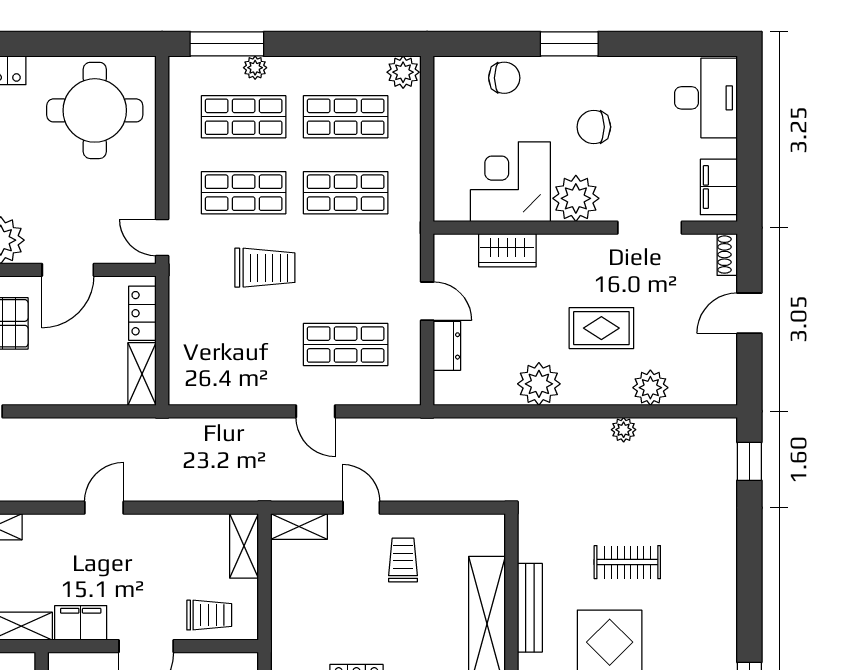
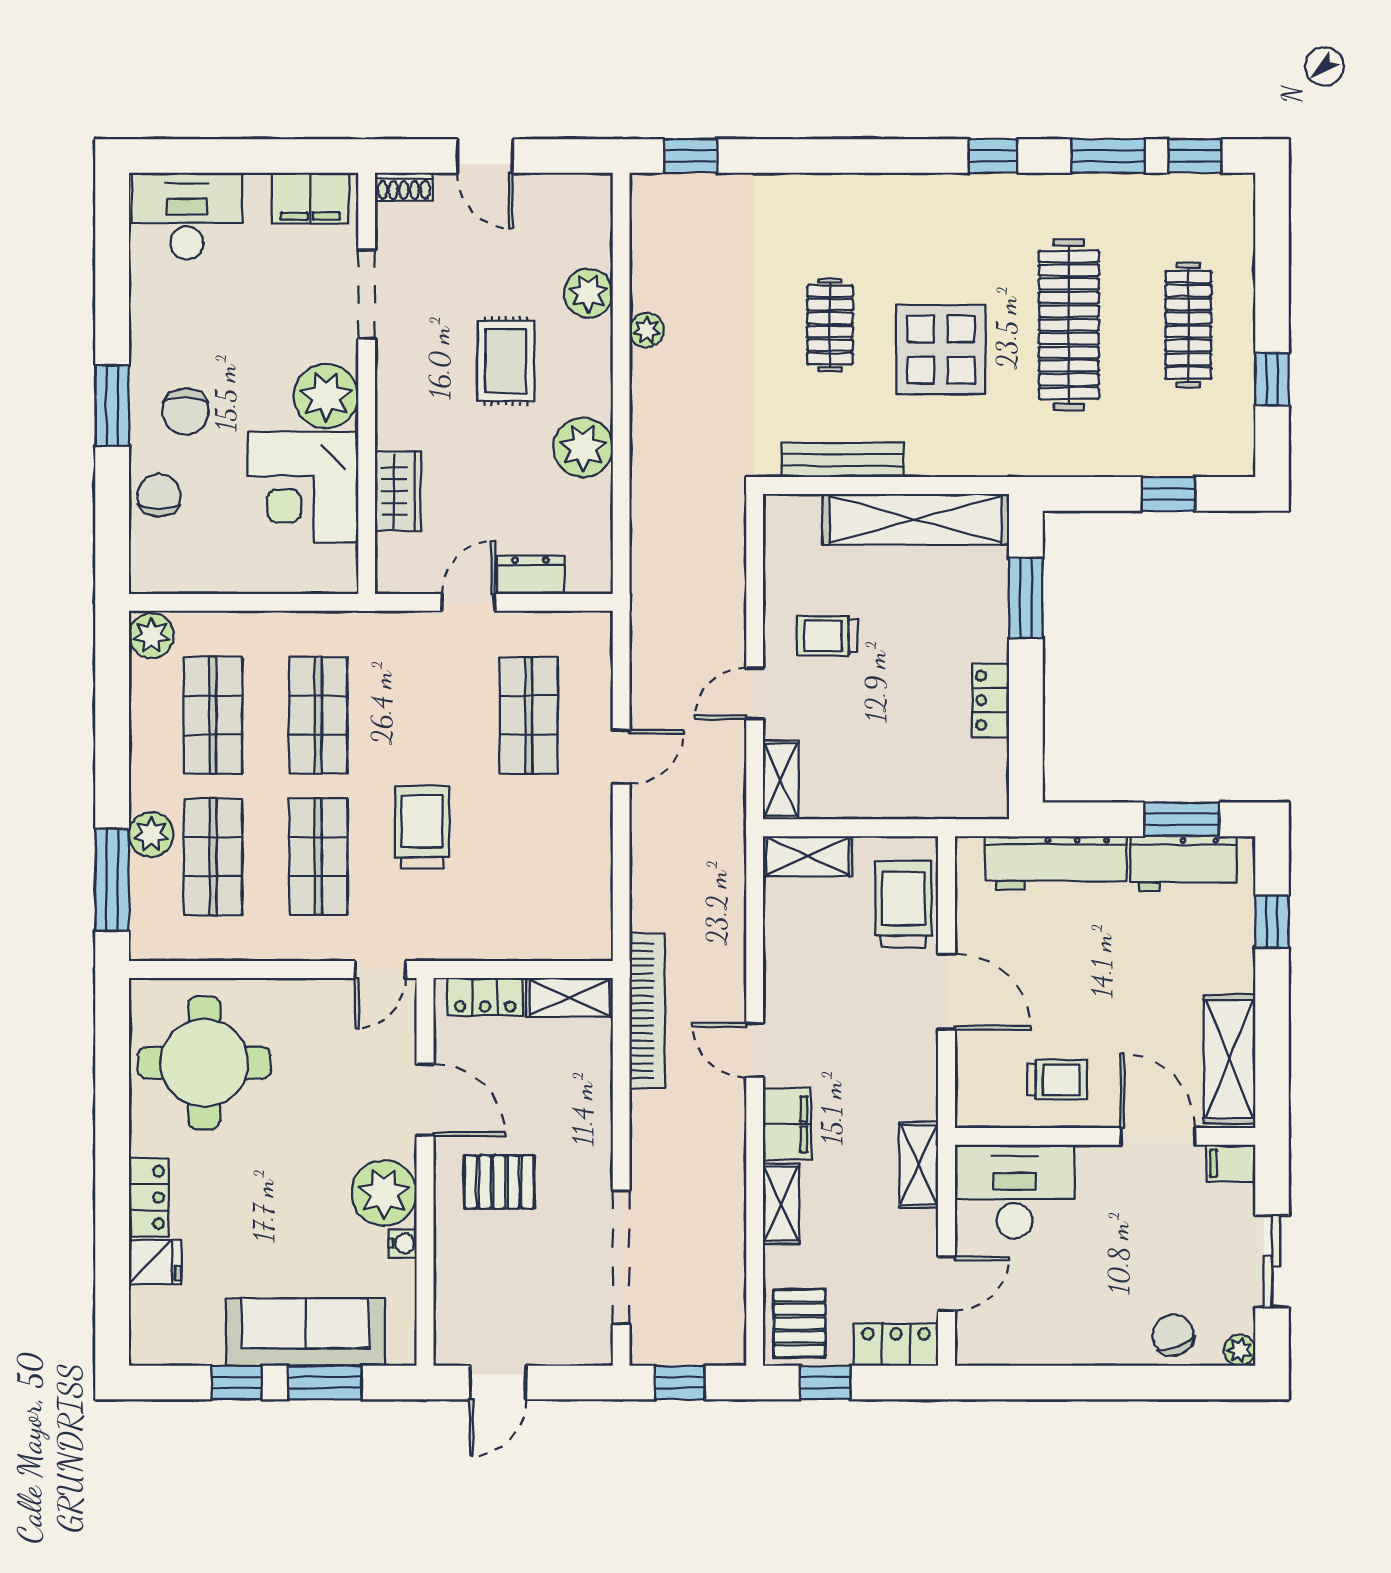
plant: (255, 68) -> (151, 835), width x1.38, depth x1.38
chair: (594, 127) -> (185, 412), moved
bookcase: (132, 430) -> (647, 1011), added
bench: (530, 608) -> (843, 460), moved
trolley: (209, 615) -> (903, 904), width x1.36, depth x1.39
filing cabinet: (81, 623) -> (787, 1124), moved, turned 180

